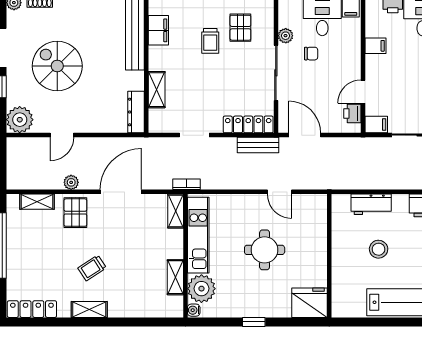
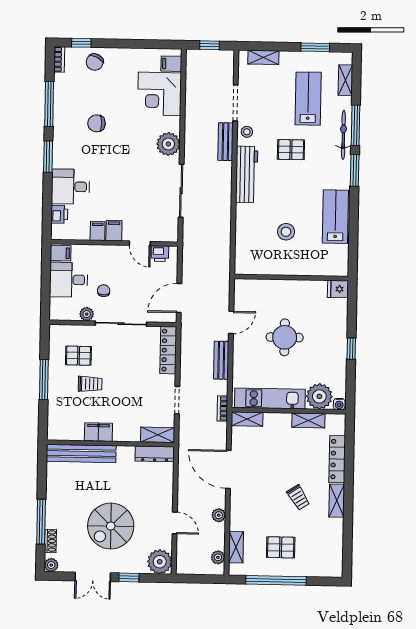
filing cabinet: (158, 30) -> (98, 432), moved
shelving: (157, 90) -> (158, 435), moved
filing cabinet: (376, 125) -> (114, 231), moved
bench: (258, 145) -> (221, 360), moved
plant: (26, 182) -> (218, 557), added
workbench: (371, 204) -> (244, 238), removed
pallet: (75, 213) -> (281, 547), moved
fridge: (309, 303) -> (338, 289), width x0.53, depth x0.75
locker: (32, 309) -> (337, 459), moved

